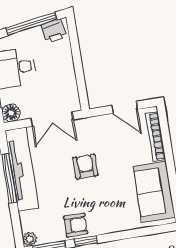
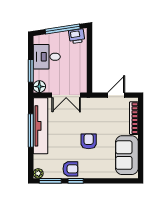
door: (124, 107) -> (116, 95), swing flipped
armchair: (85, 166) -> (89, 141), moved

